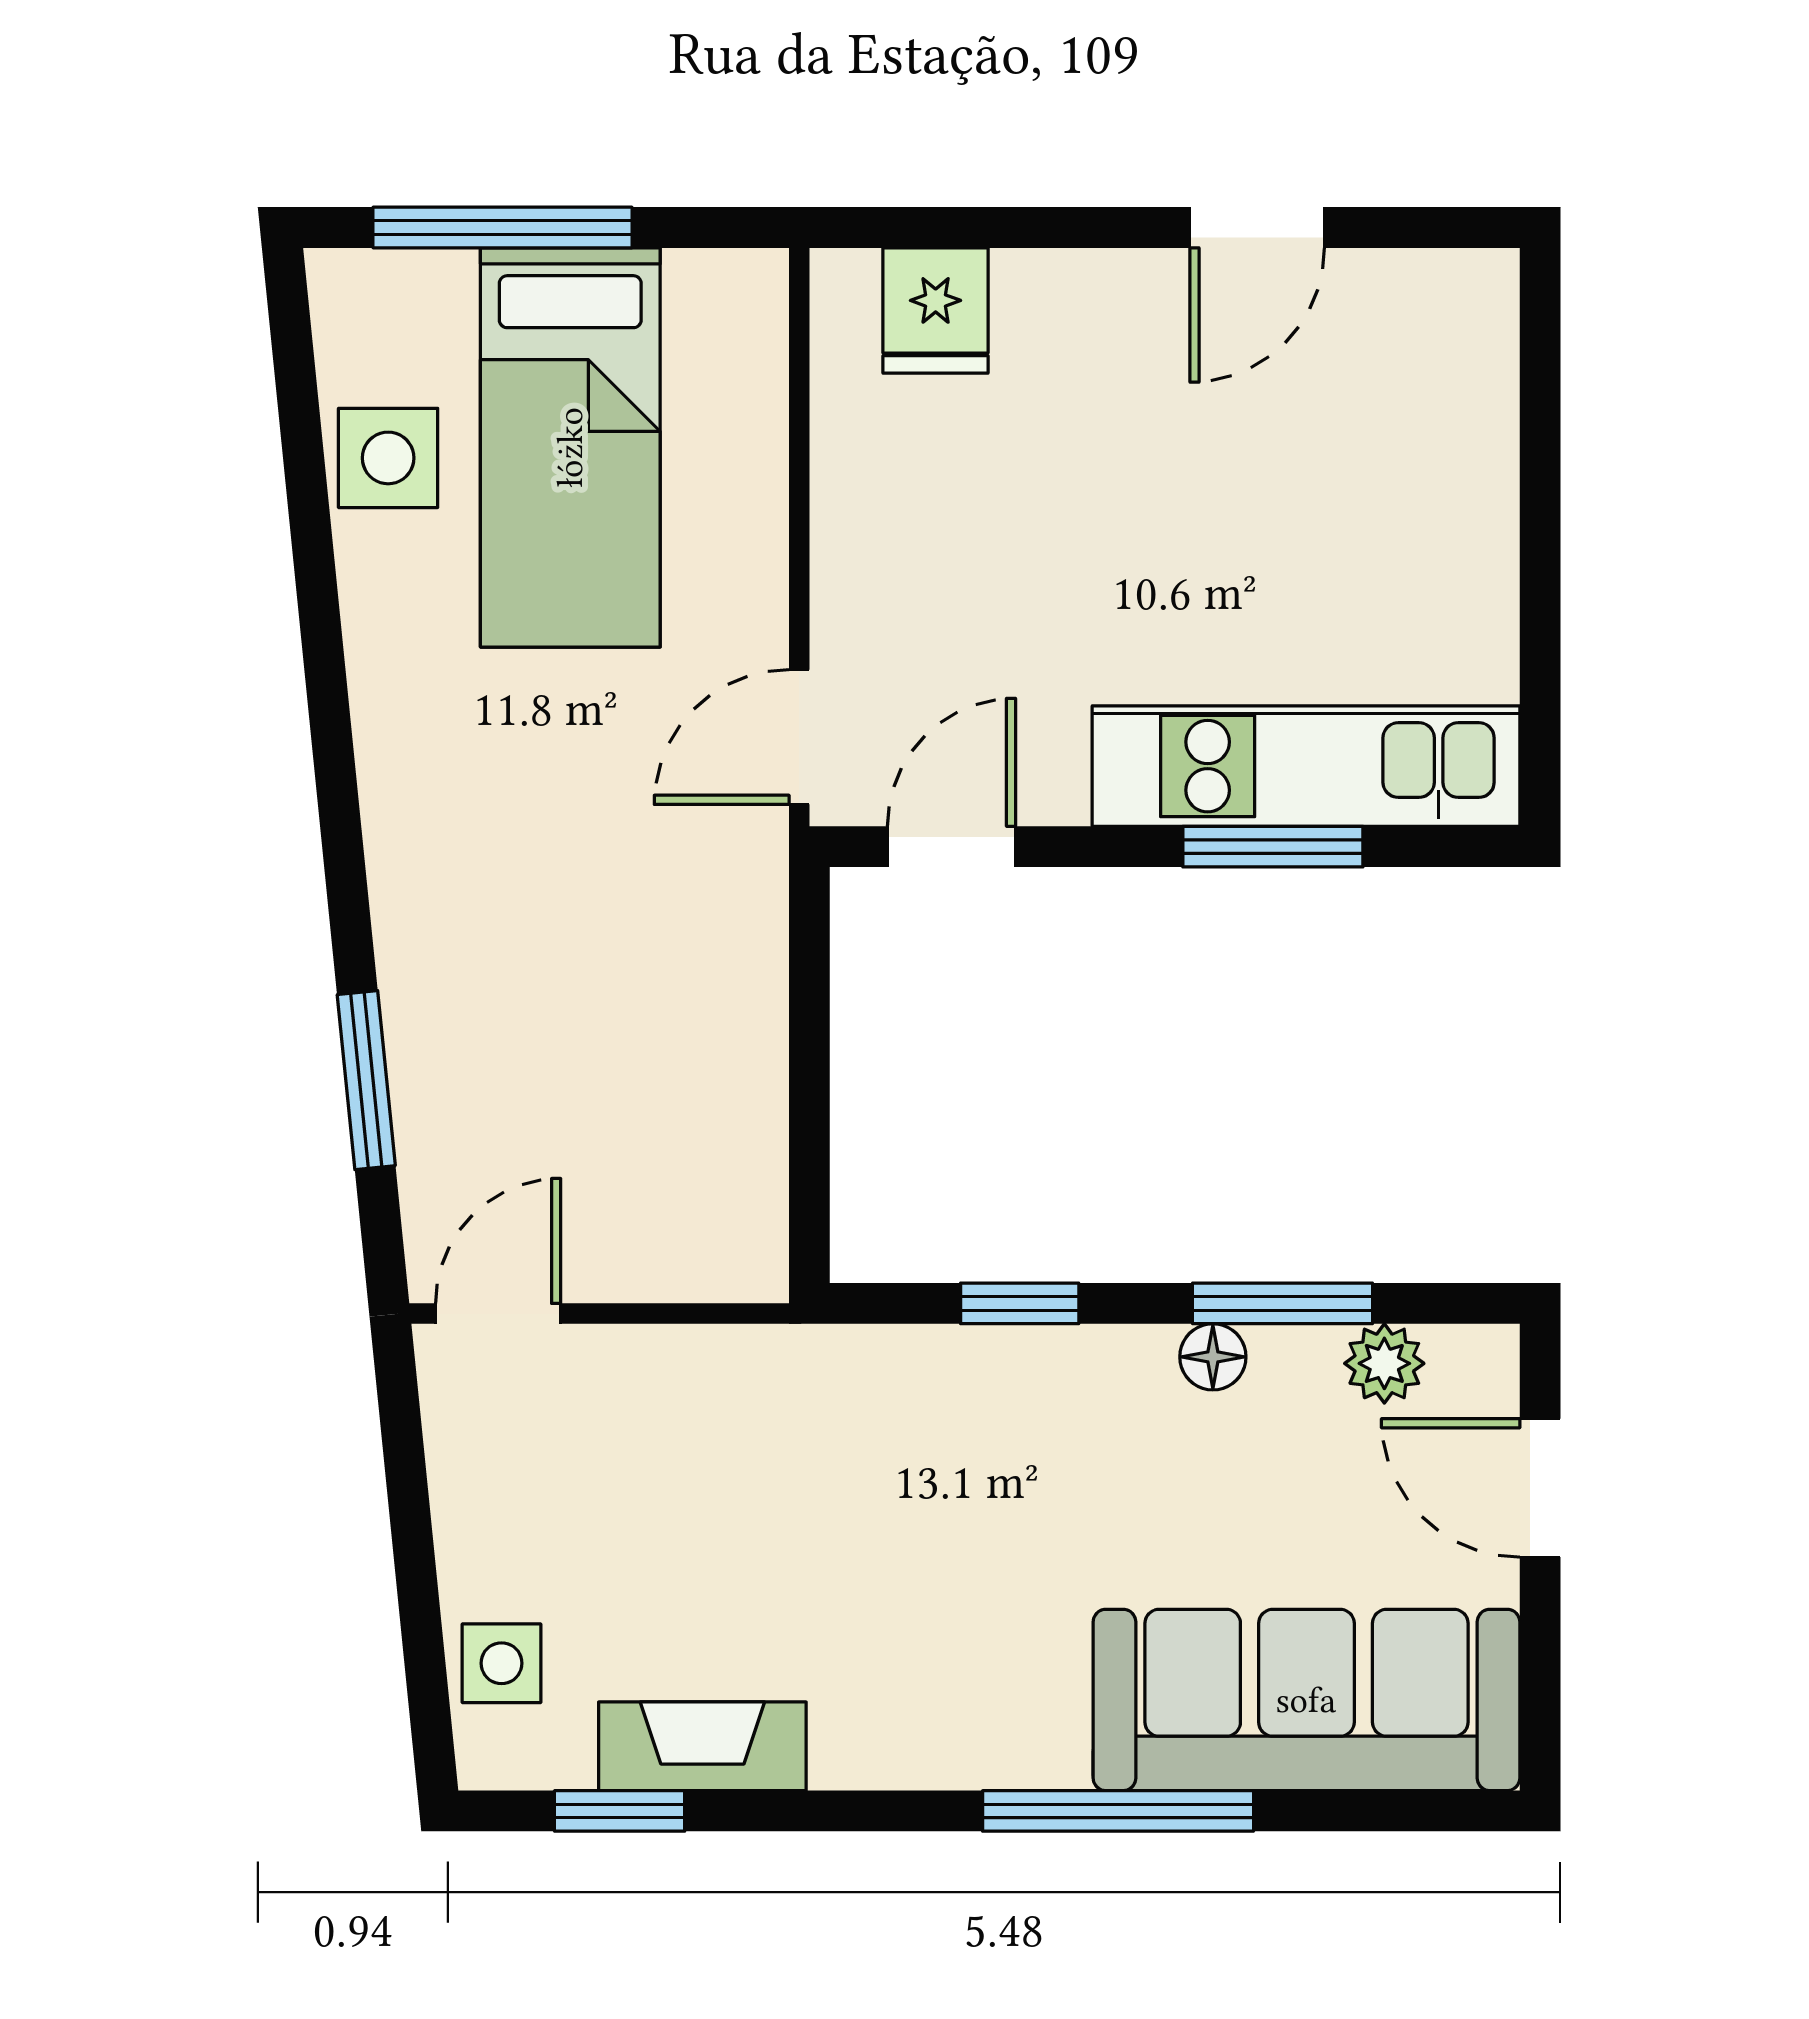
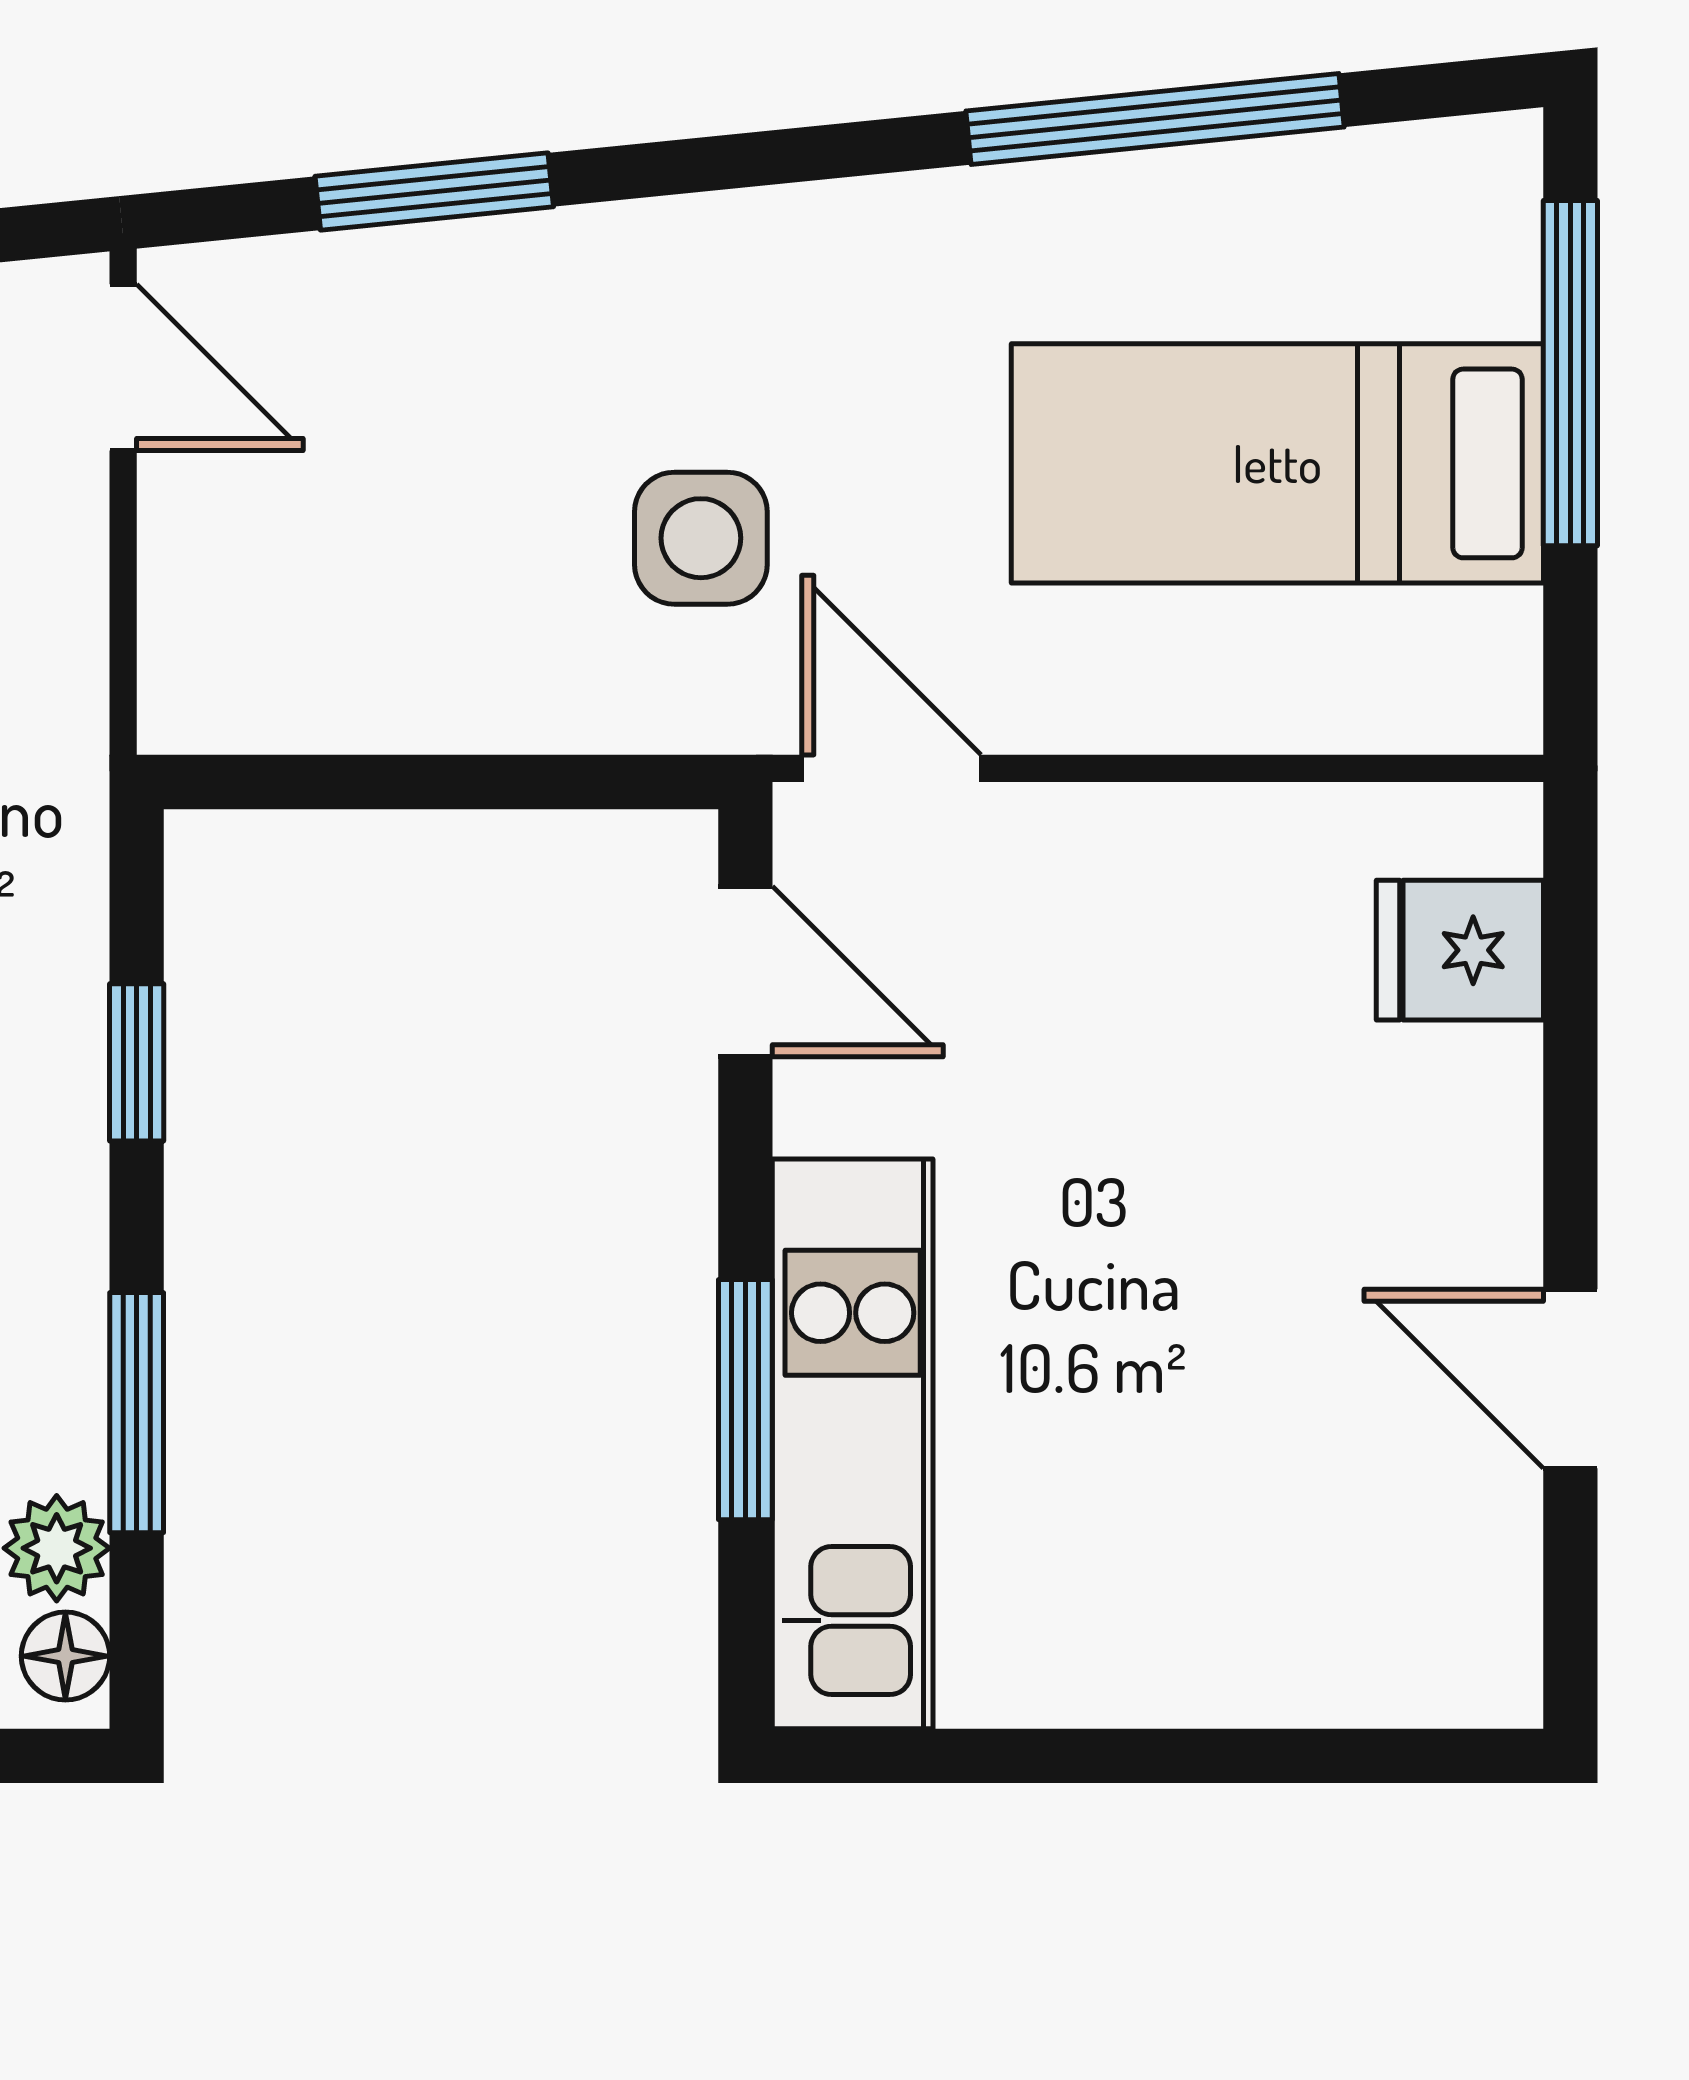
side table: (388, 458) -> (701, 538), moved
window: (312, 539) -> (1155, 119), added
floor lamp: (1213, 1357) -> (65, 1656), moved

